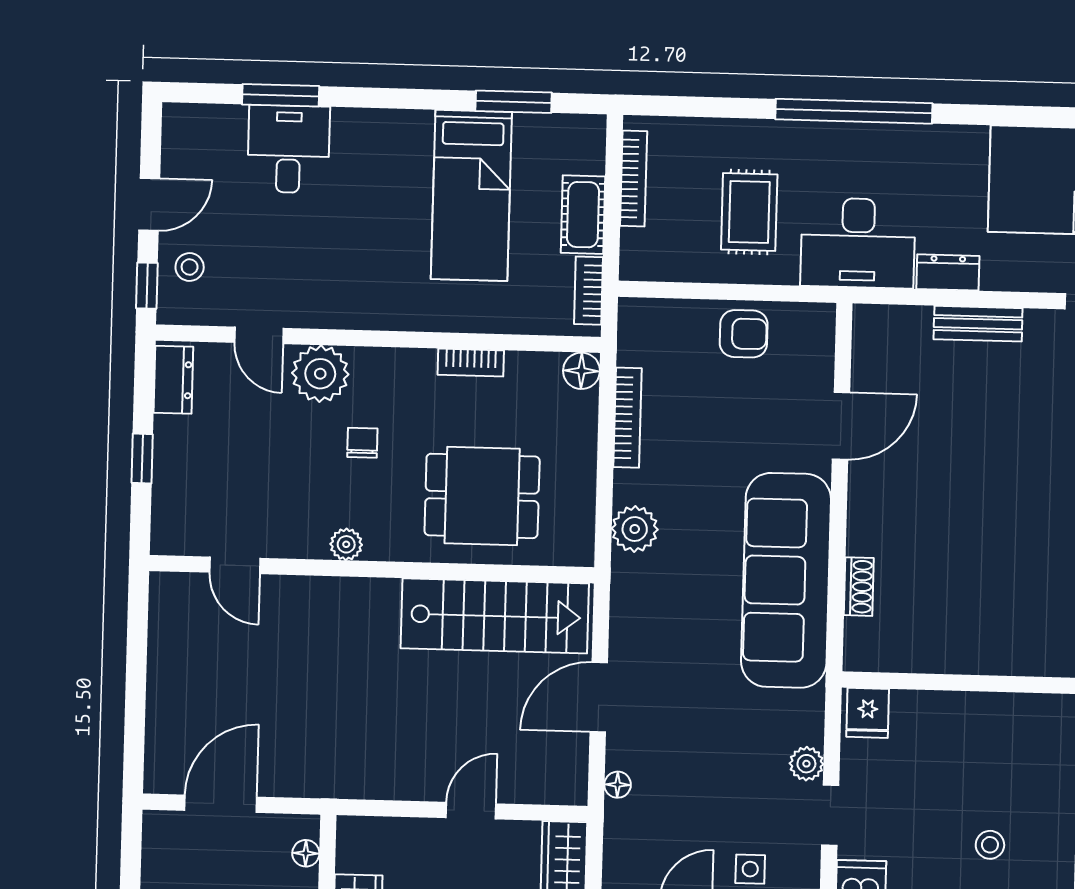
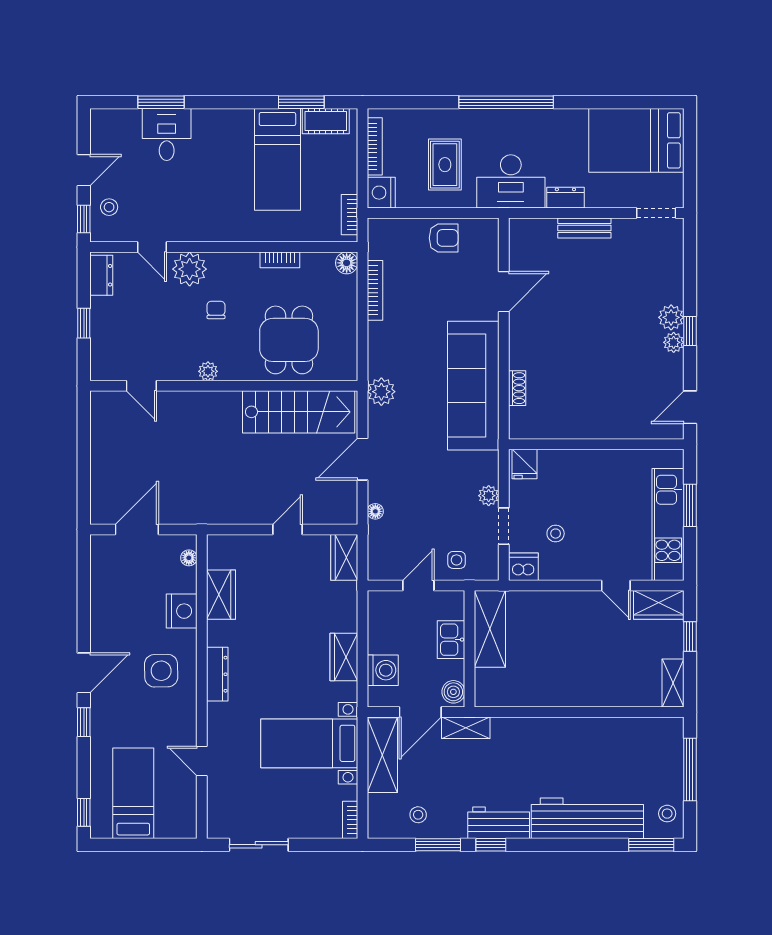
cot: (583, 215) -> (326, 121), moved, turned 90
nightstand: (642, 256) -> (381, 193), added
dining table: (482, 496) -> (289, 340), turned 90
plant: (635, 529) -> (381, 392), moved
stool: (990, 845) -> (556, 534), moved

